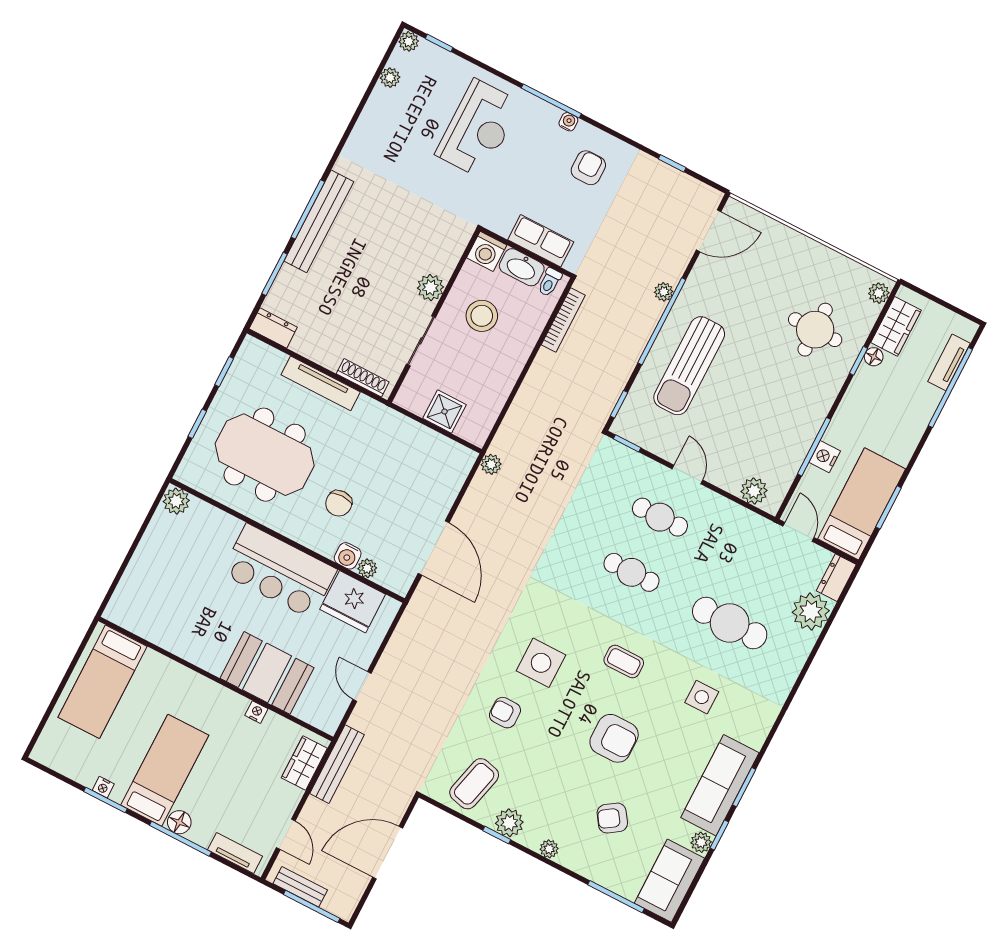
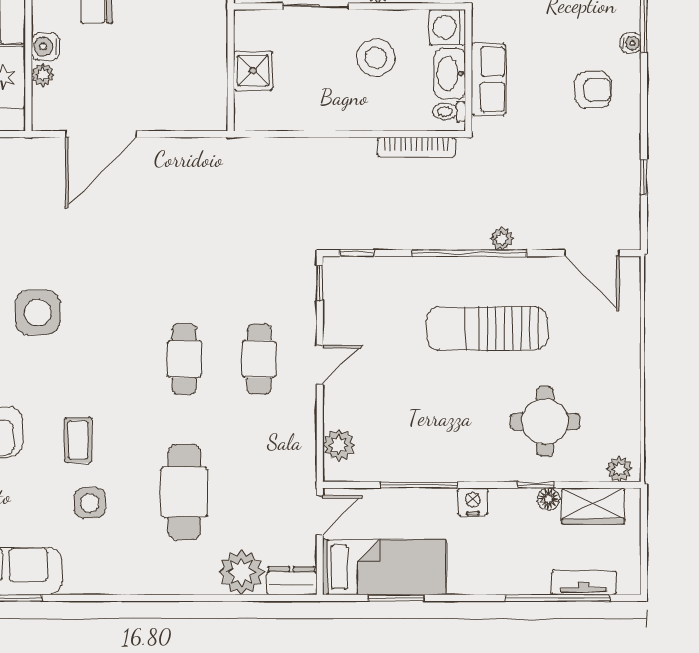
sun lounger: (689, 366) -> (487, 328), moved
nightstand: (825, 457) -> (473, 502), moved
plant: (491, 464) -> (222, 149), removed
coffee table: (624, 662) -> (78, 440), moved

